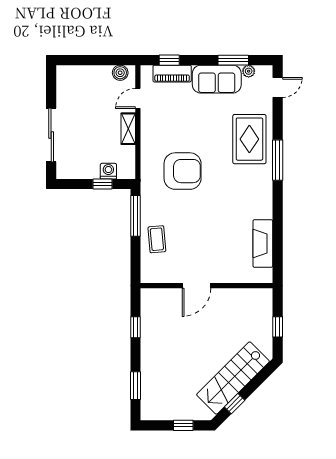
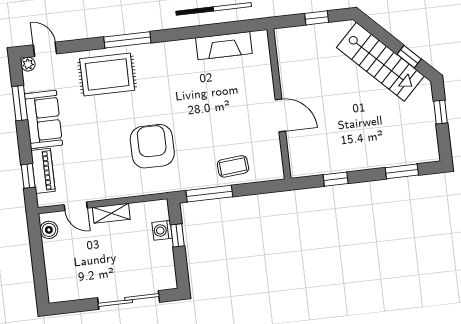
plant: (249, 71) -> (28, 64), moved

